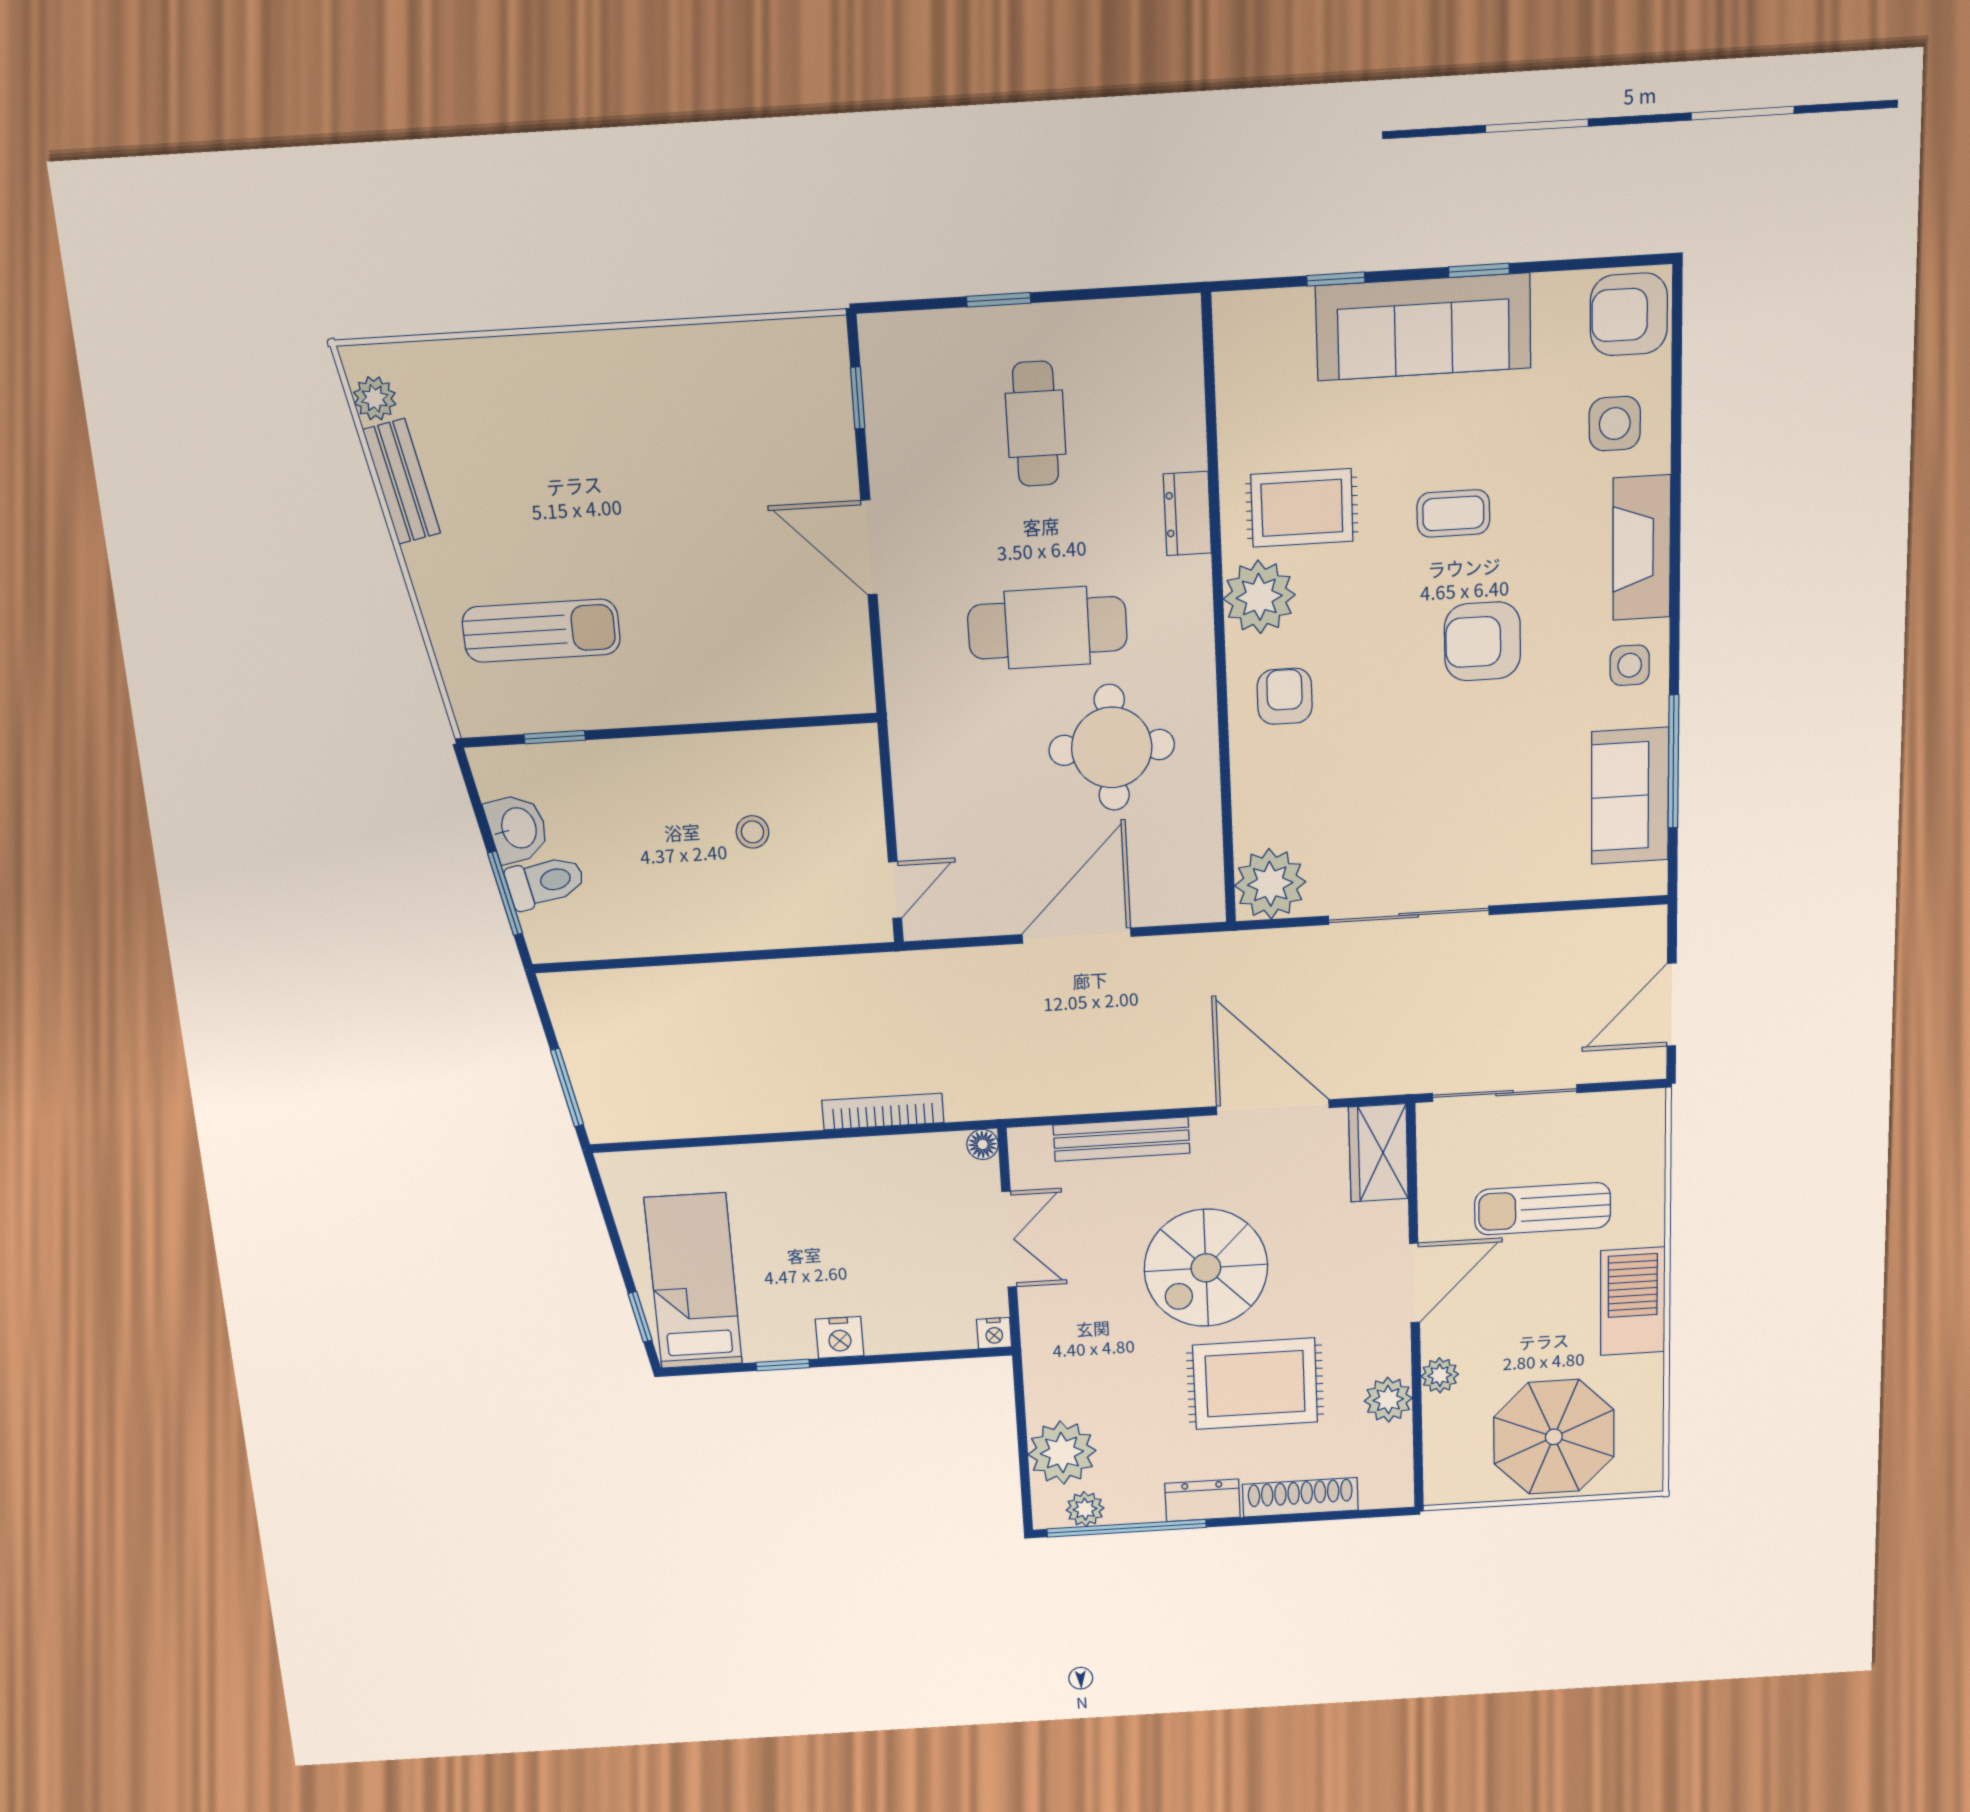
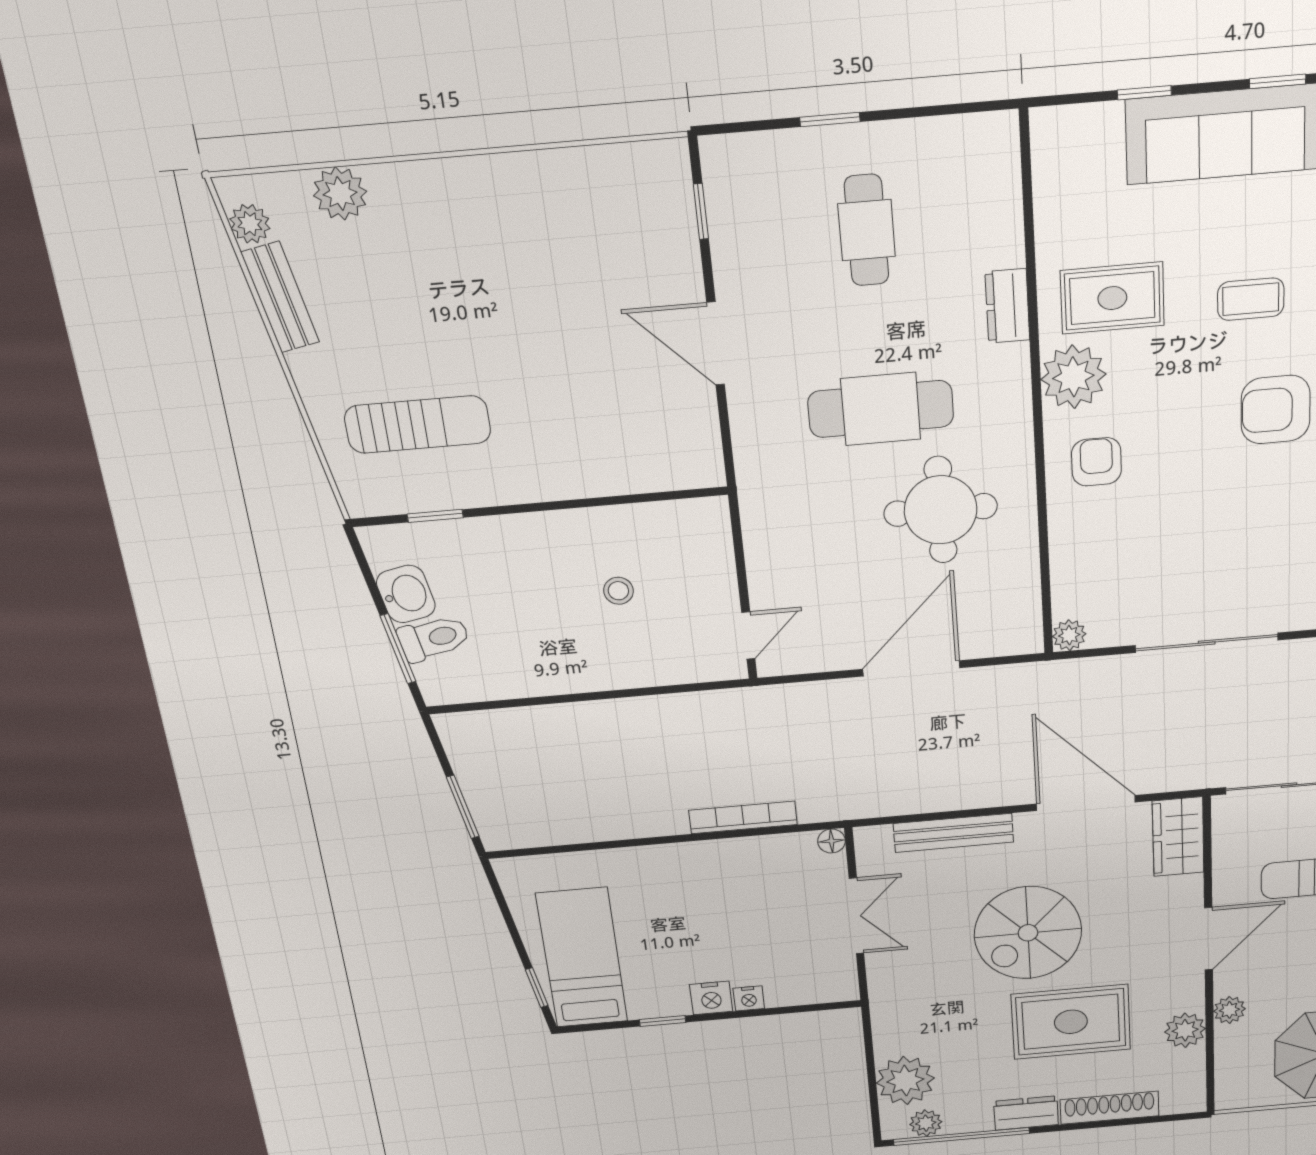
plant: (473, 367) -> (340, 193), added
plant: (1270, 884) -> (1069, 635), width x0.53, depth x0.53
nightstand: (994, 1333) -> (749, 998), moved

